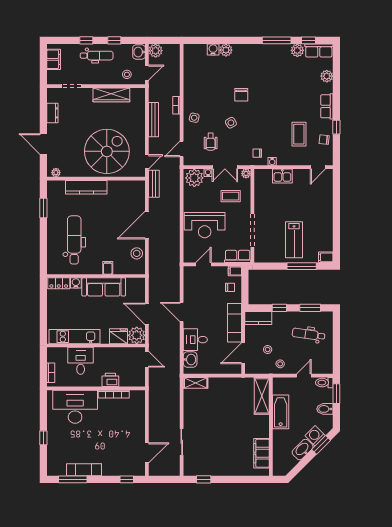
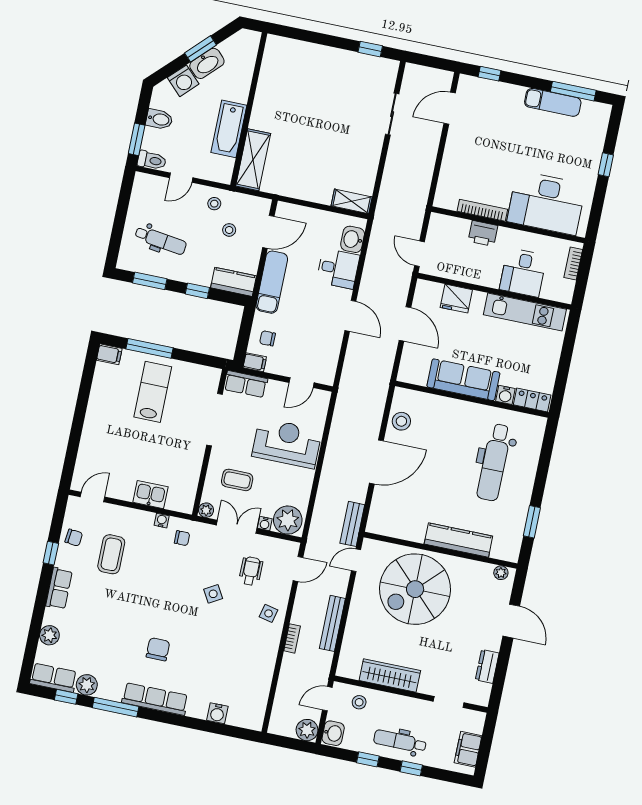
plant: (226, 50) -> (197, 708), removed
row of seats: (253, 50) -> (155, 699), added
chair: (241, 95) -> (158, 649), moved
filing cabinet: (108, 268) -> (451, 408), removed
plant: (137, 335) -> (428, 294), removed
window: (321, 445) -> (200, 49), moved
filing cabinet: (261, 453) -> (272, 71), removed

